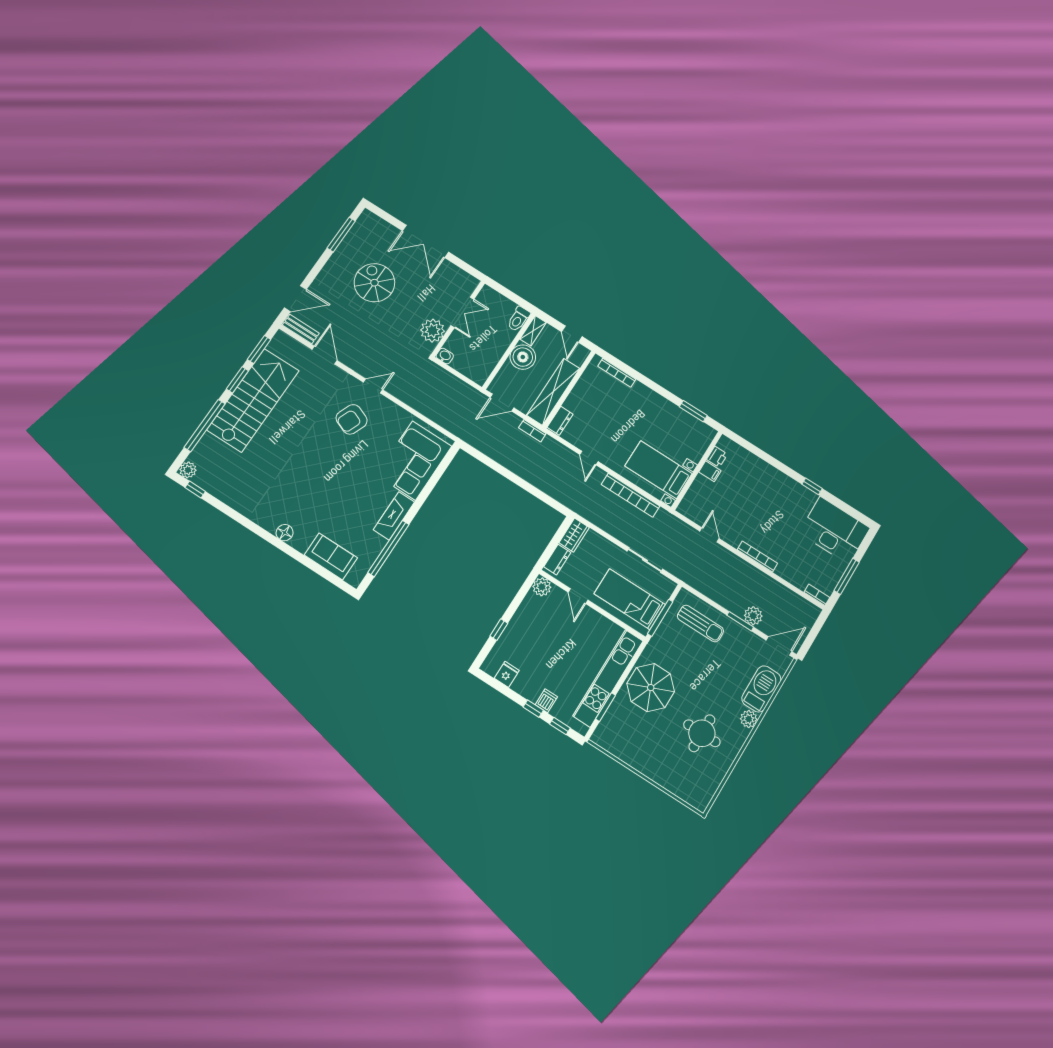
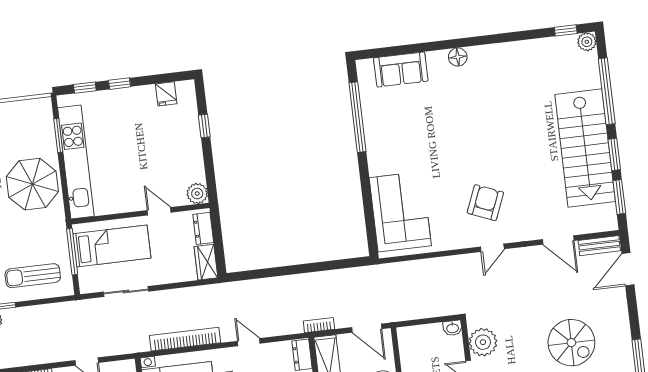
door: (502, 403) -> (367, 328), swing flipped
fireplace: (394, 516) -> (377, 149), removed
dishwasher: (546, 701) -> (114, 99), removed

